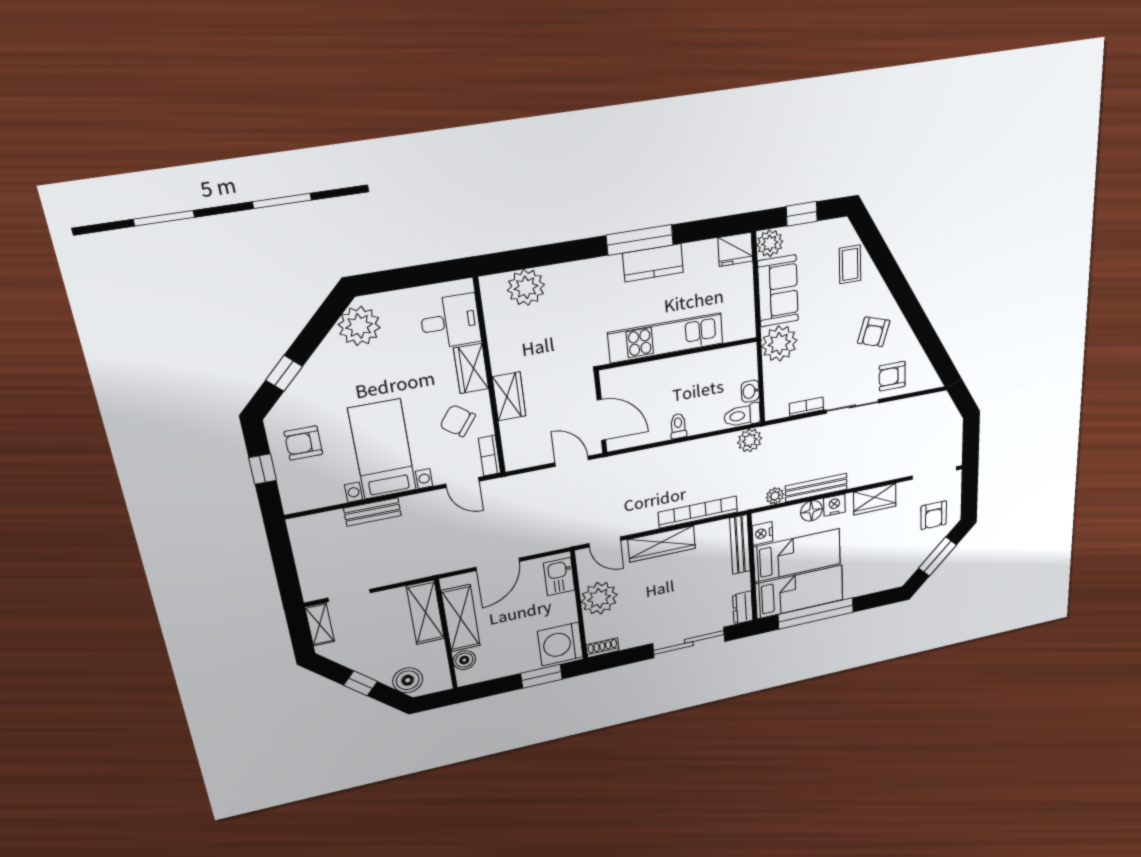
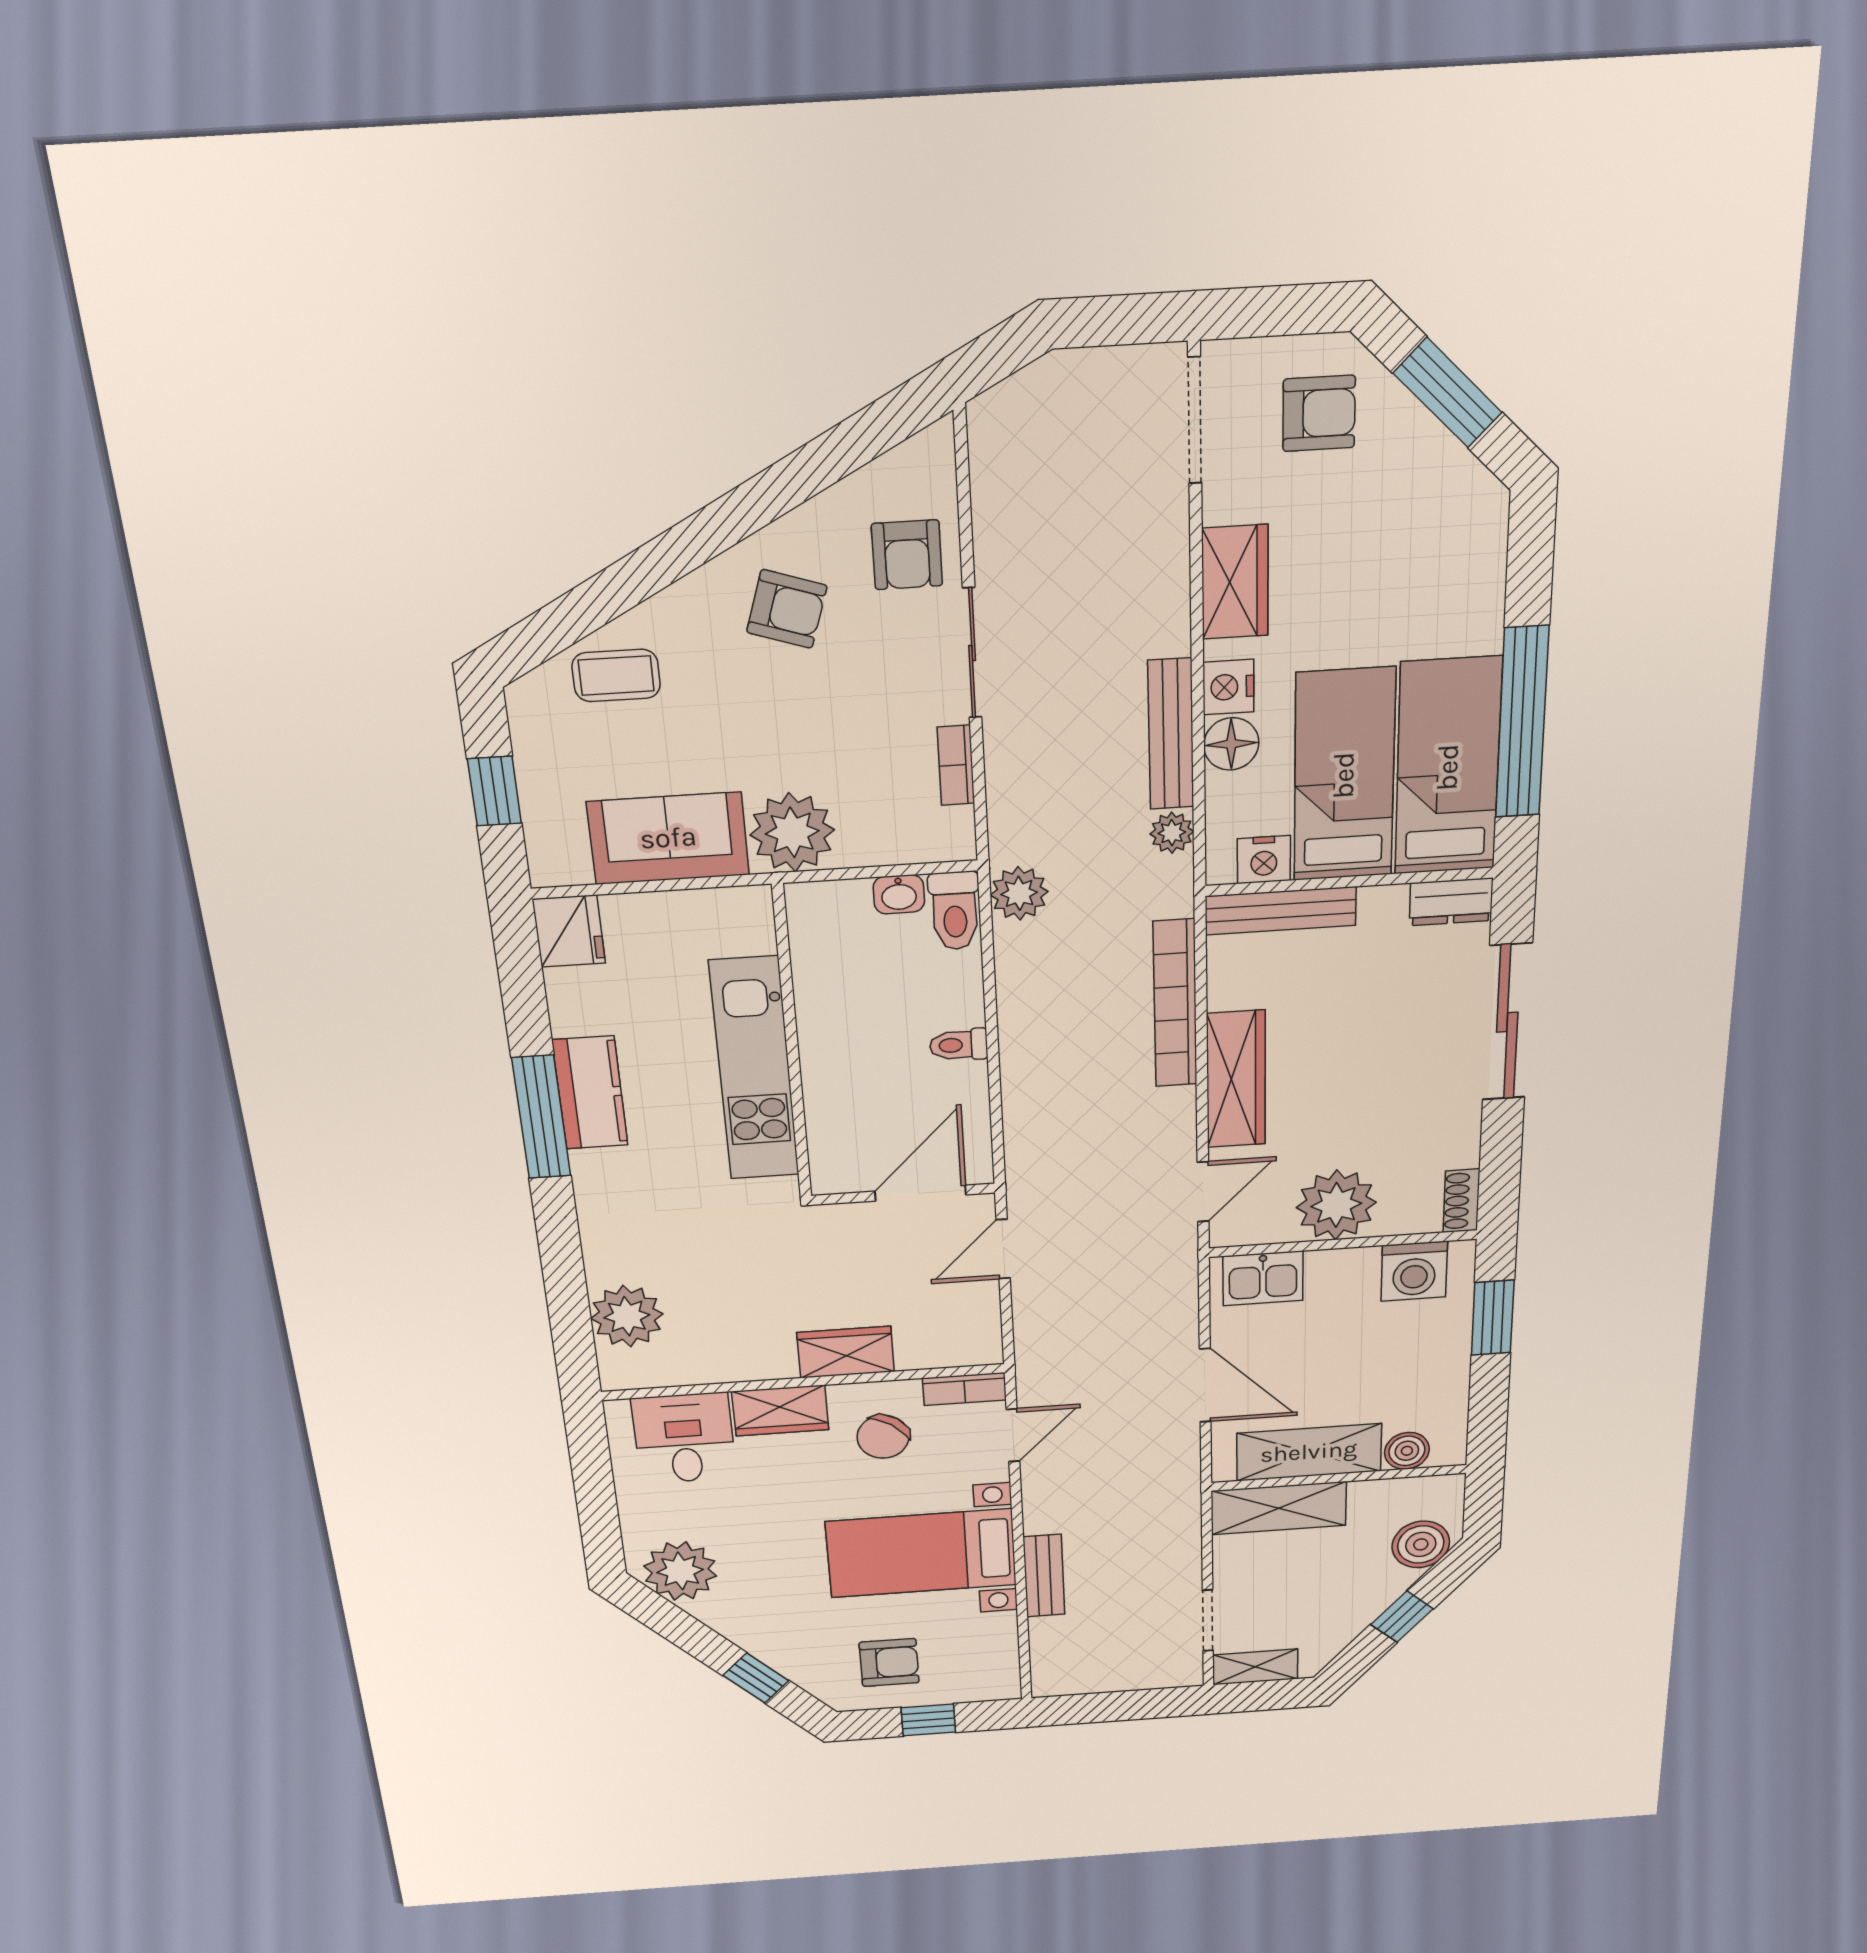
plant: (770, 243) -> (558, 859), removed
armchair: (303, 443) -> (889, 1662), turned -90
washing machine: (560, 644) -> (1414, 1271), width x0.73, depth x0.73

